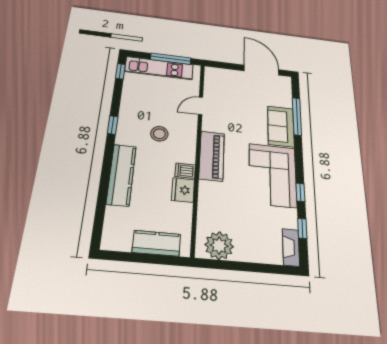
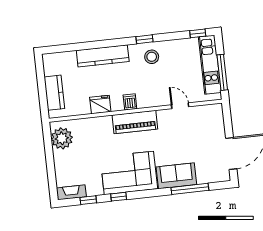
stool: (159, 134) -> (152, 57), moved
dishwasher: (185, 171) -> (130, 102), moved

